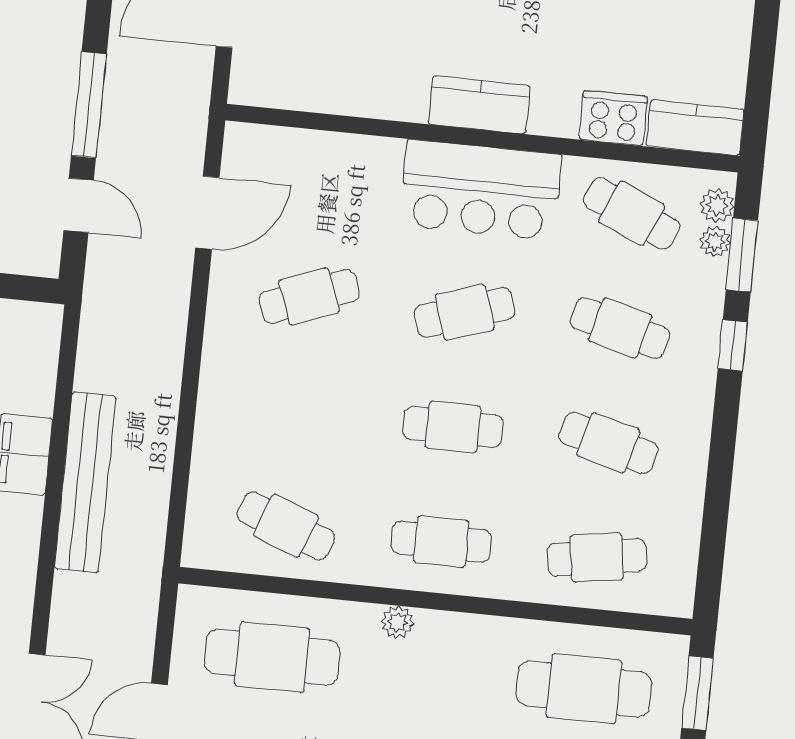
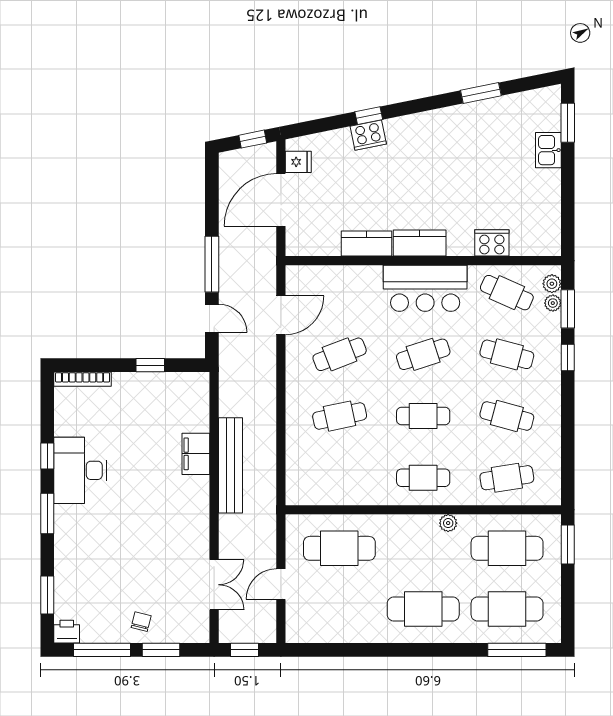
kitchen counter: (695, 128) -> (367, 244), moved
cafe table: (286, 526) -> (340, 416), moved, turned -33
plant: (397, 622) -> (448, 523), moved

